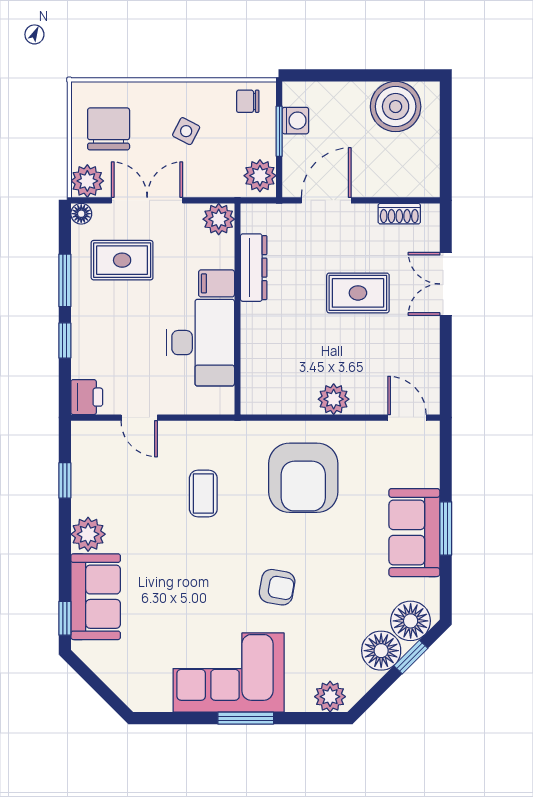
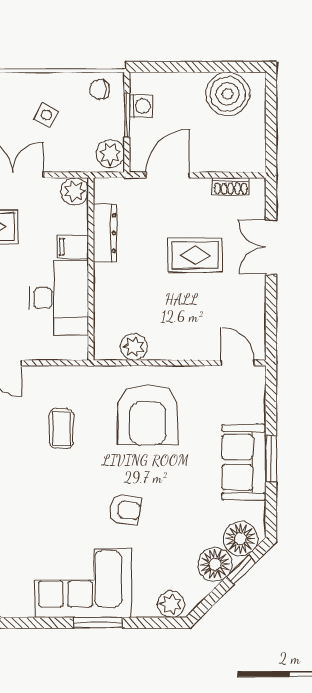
plant: (334, 399) -> (134, 347), moved

